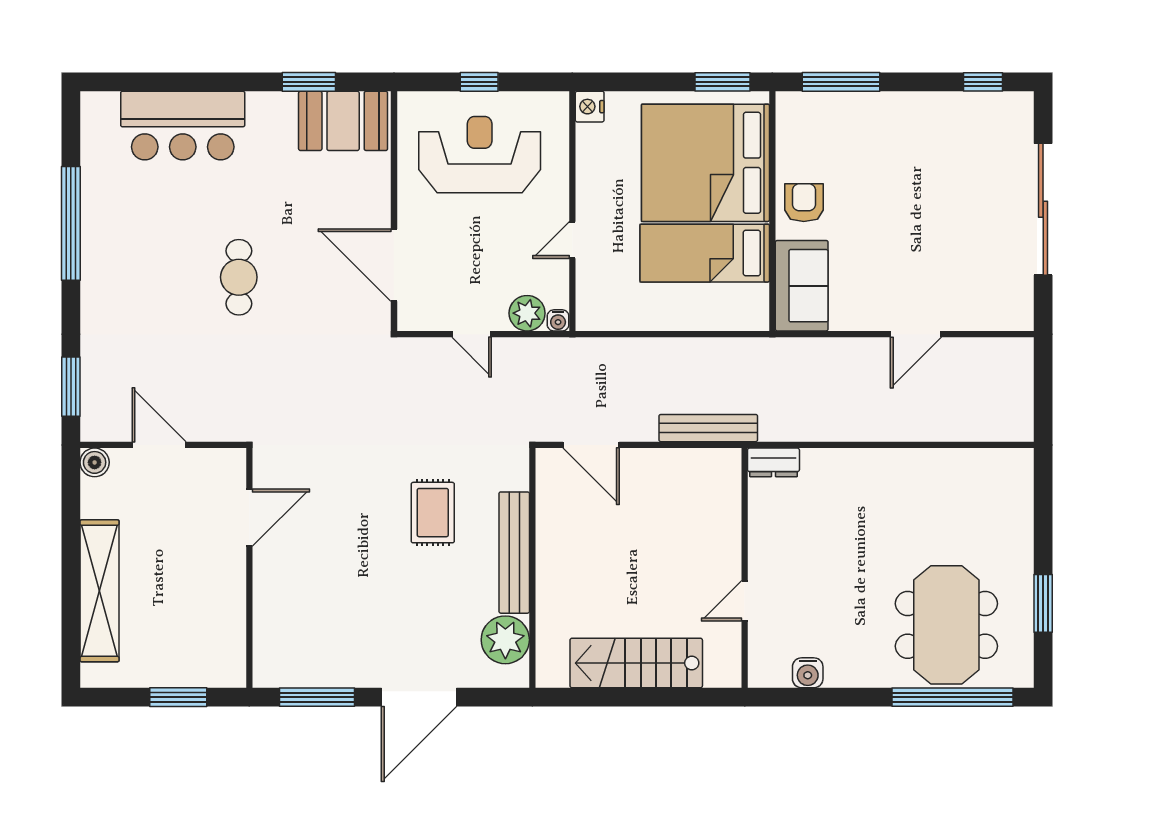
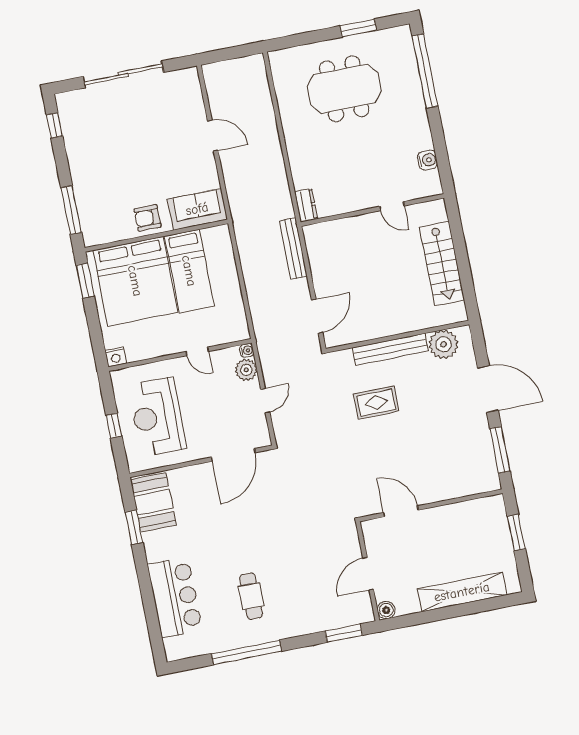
cafe table: (239, 277) -> (251, 596), moved, turned 90
meeting table: (946, 625) -> (344, 89), moved

